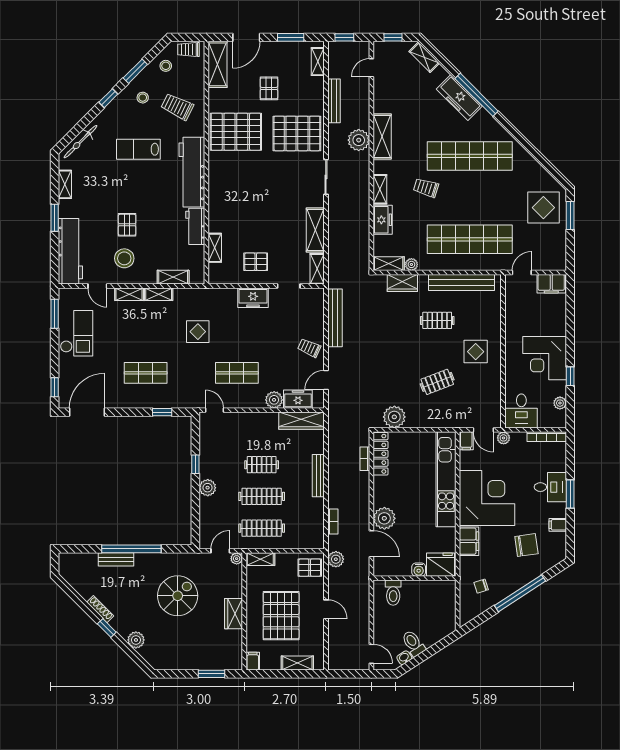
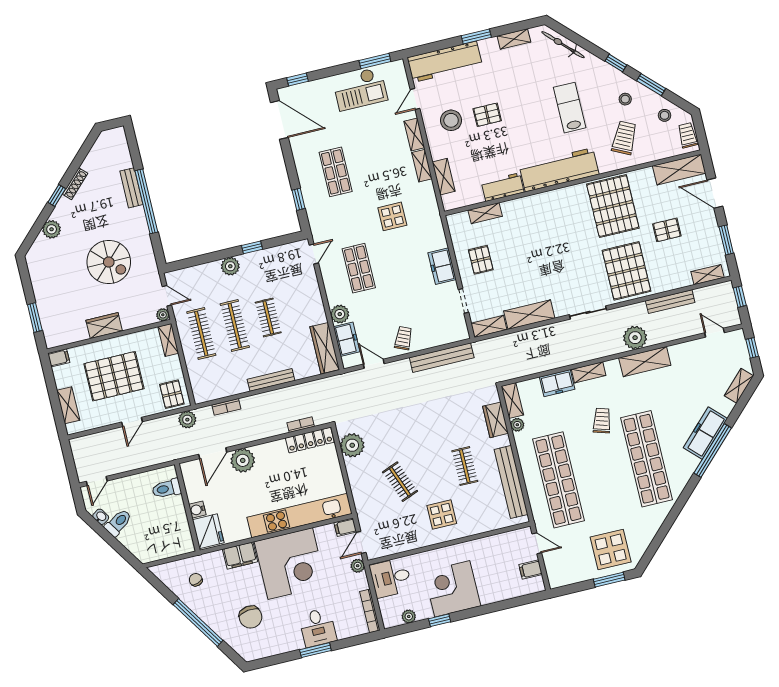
filing cabinet: (551, 284) -> (531, 570), width x0.50
filing cabinet: (558, 525) -> (280, 645), removed

